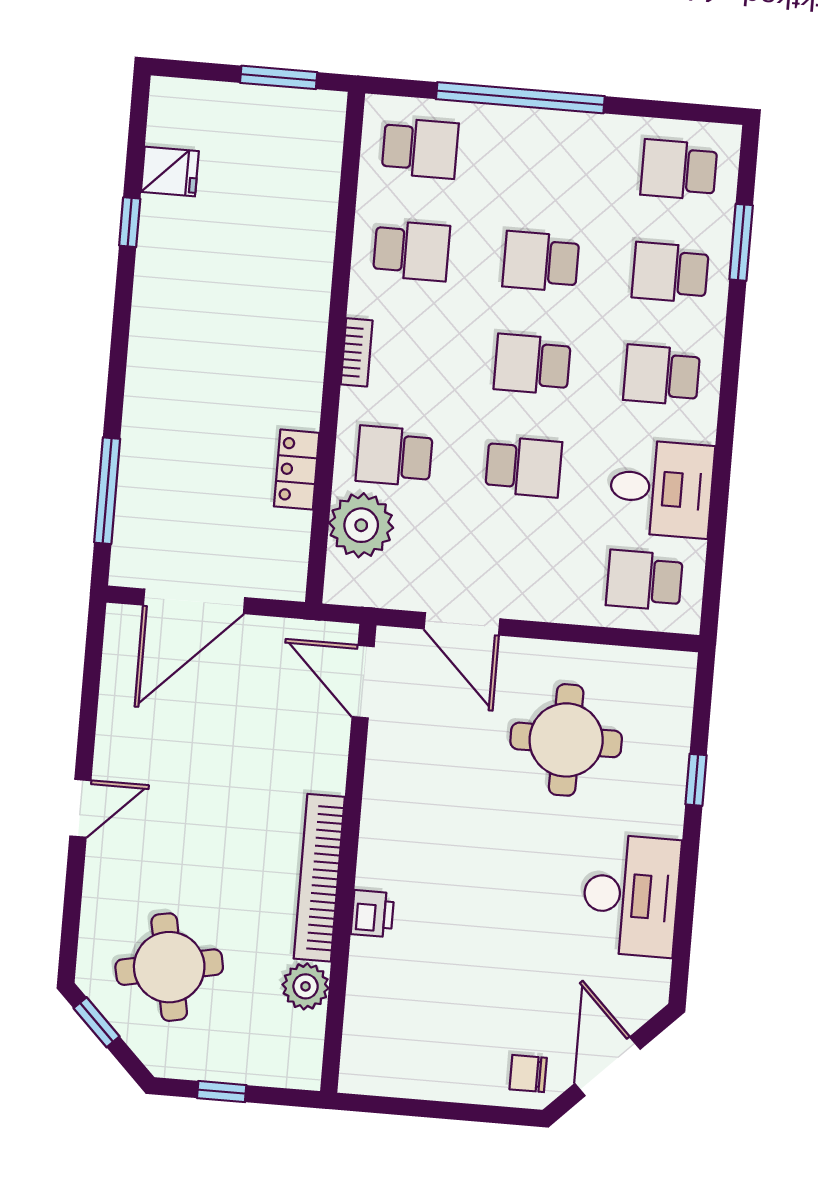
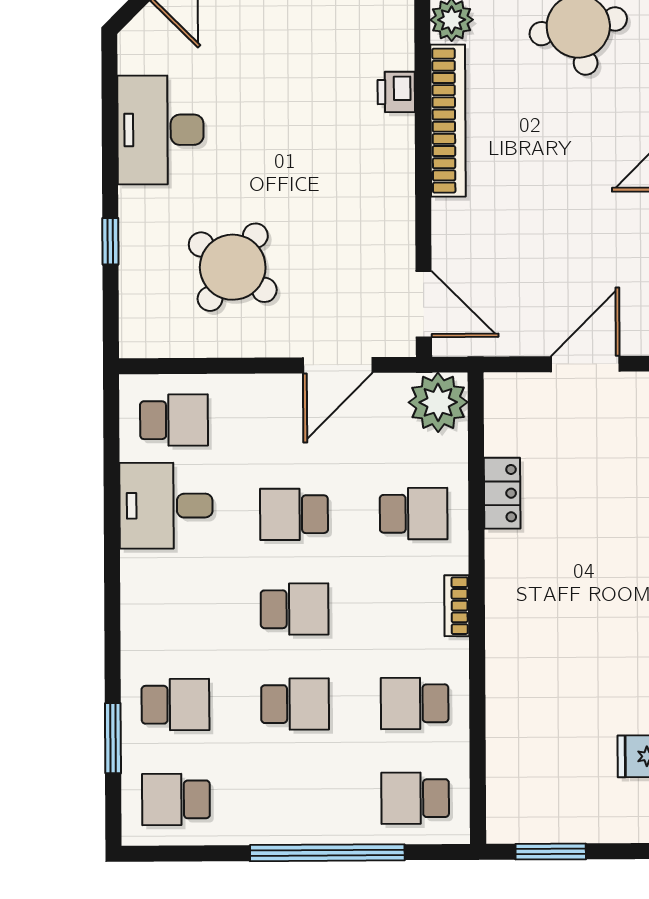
school desk: (679, 170) -> (176, 799), turned 180
school desk: (662, 375) -> (175, 610), removed
plant: (361, 525) -> (438, 402), moved
door: (194, 601) -> (585, 364), width x0.73
door: (462, 624) -> (338, 365), swing flipped
round table: (566, 740) -> (233, 267), turned 36

